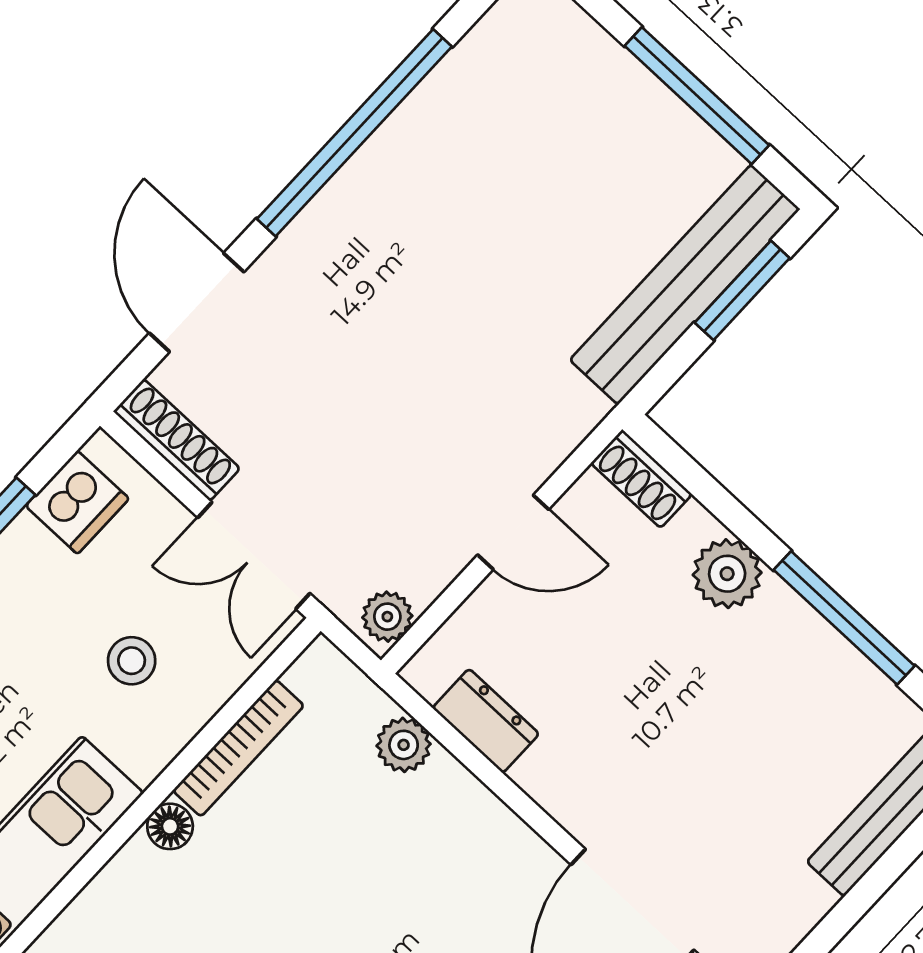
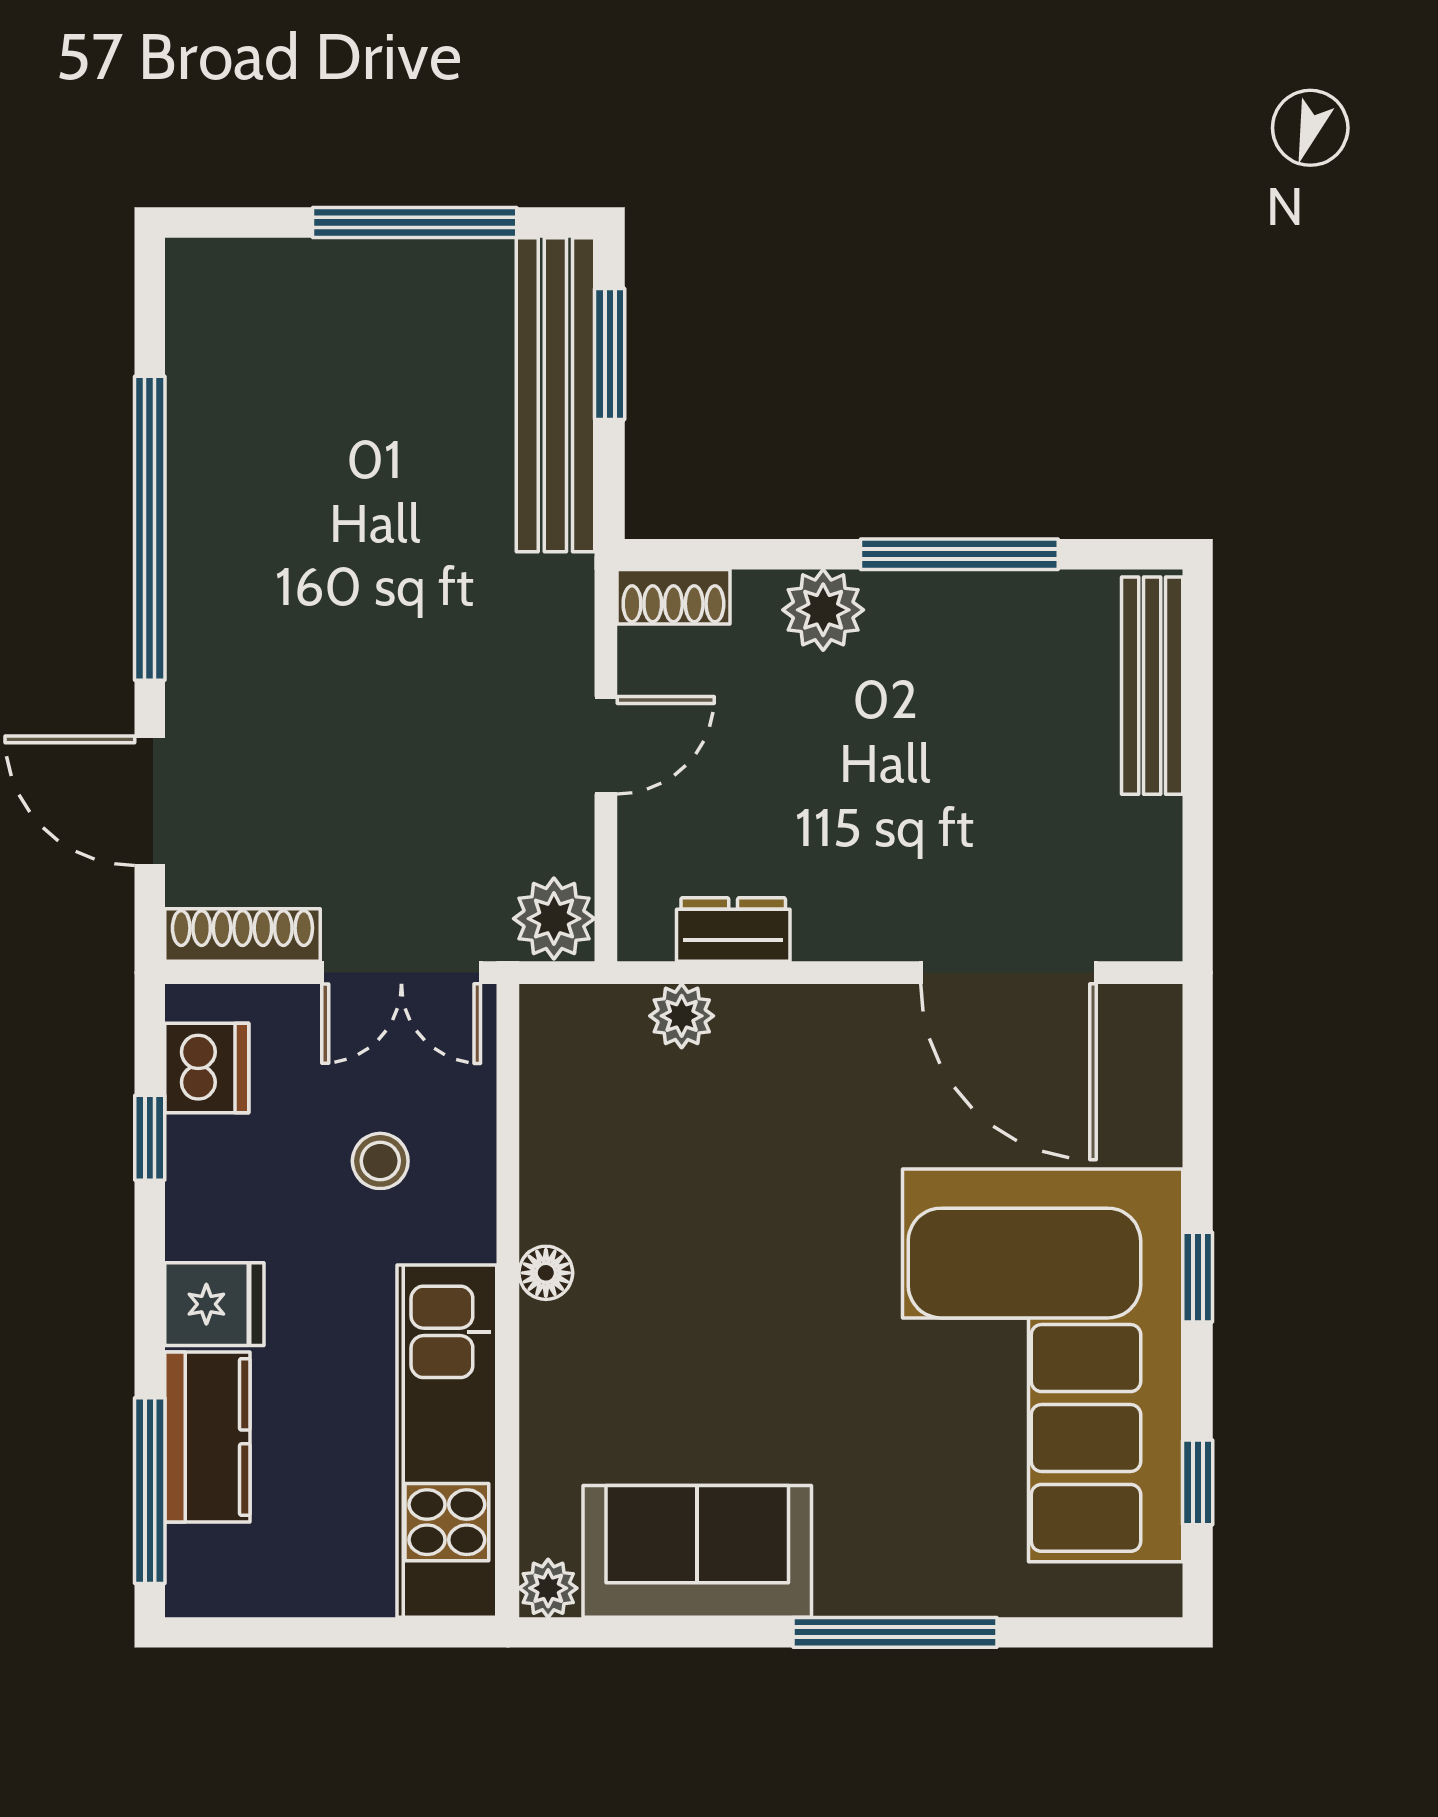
plant: (387, 617) -> (554, 919), width x1.38, depth x1.38
bookcase: (238, 748) -> (542, 1151), removed

